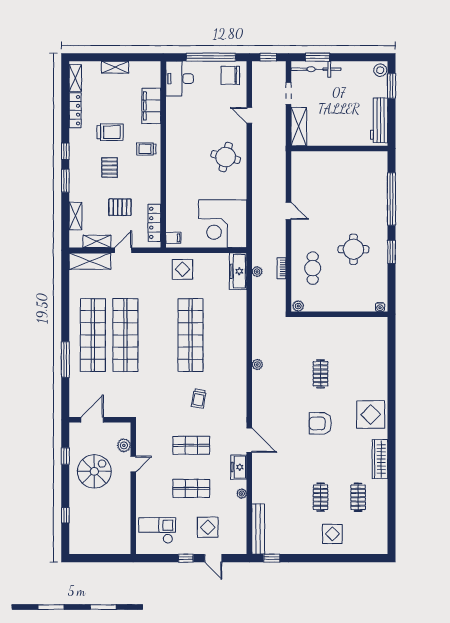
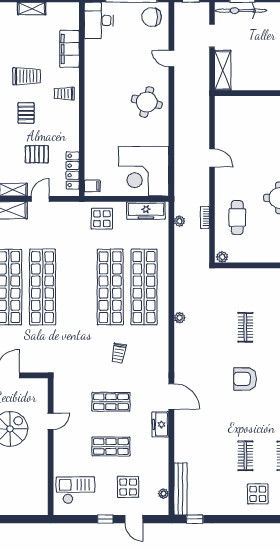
freezer: (238, 271) -> (146, 210), moved, turned -90
shop shelf: (223, 335) -> (144, 287), added
plant: (124, 445) -> (41, 402), removed
plant: (242, 494) -> (163, 494), moved

